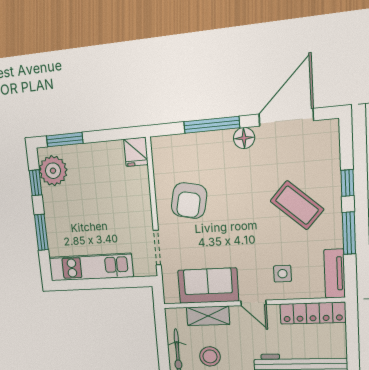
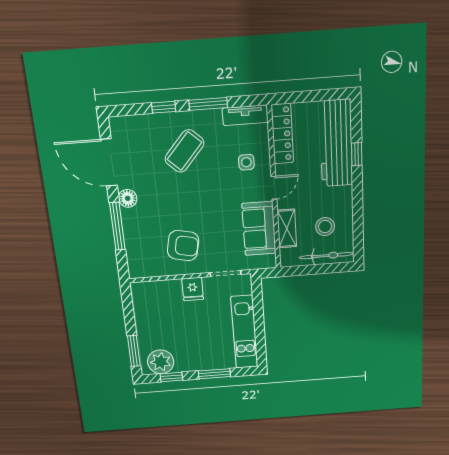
fridge: (136, 152) -> (193, 289), moved, turned 90

